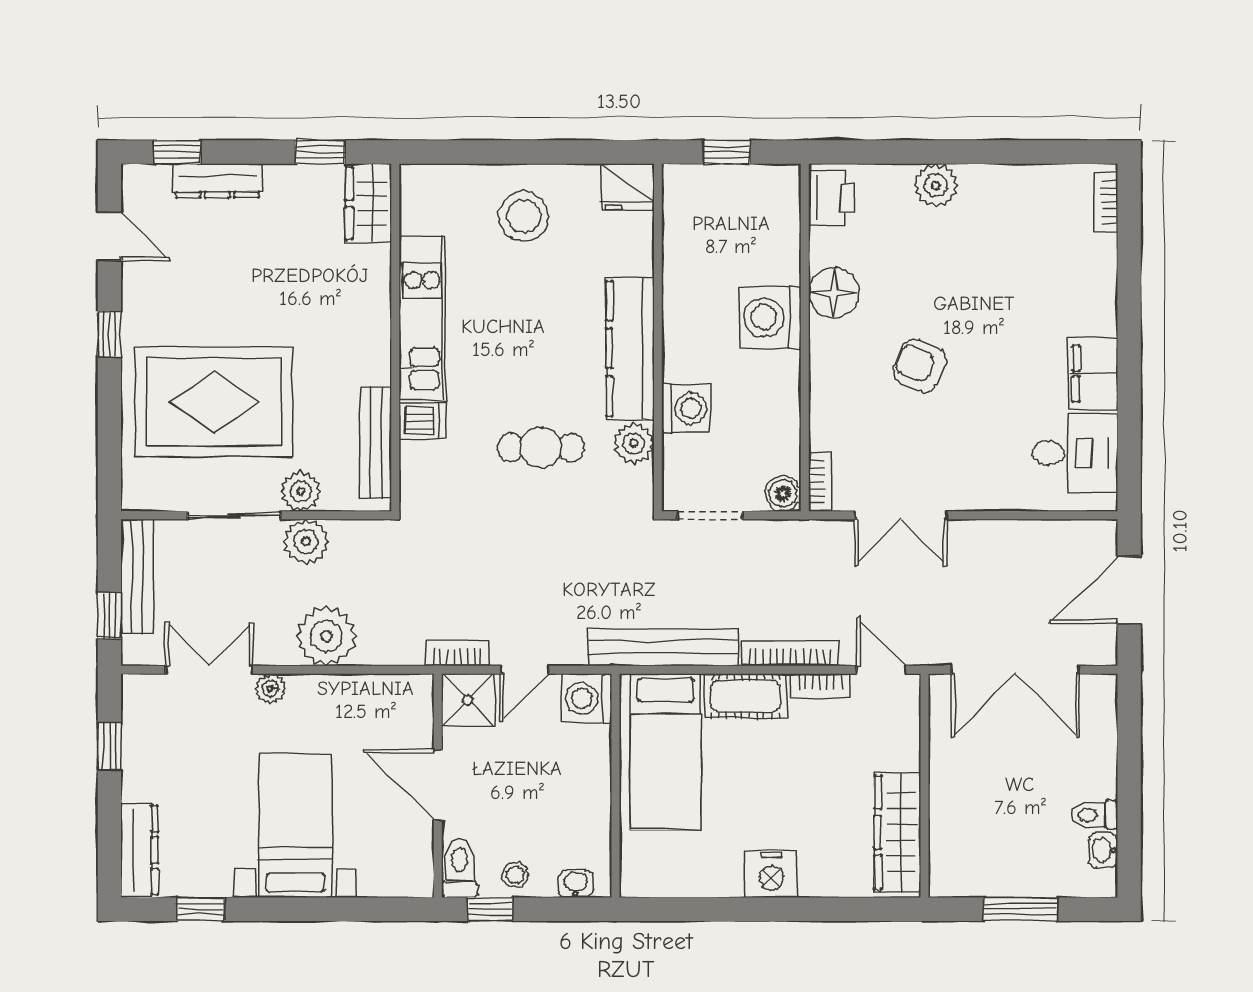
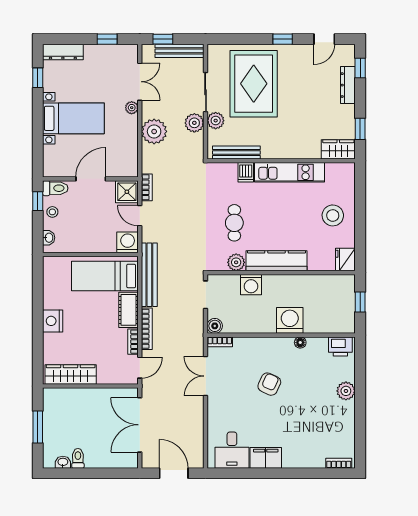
floor lamp: (834, 293) -> (300, 343), width x0.53, depth x0.53

